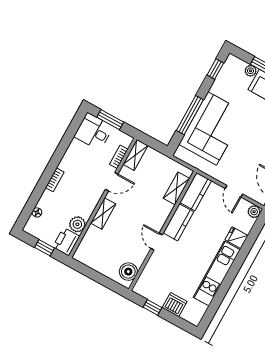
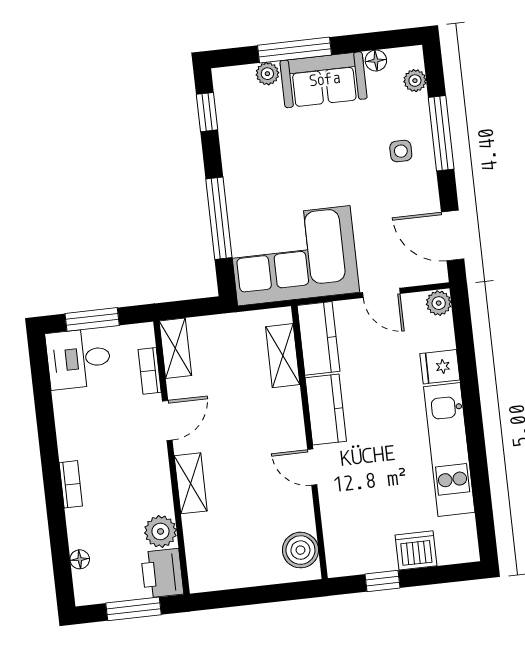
corner sofa: (212, 128) -> (294, 256), moved, turned -90
window: (44, 248) -> (134, 609), width x1.50

